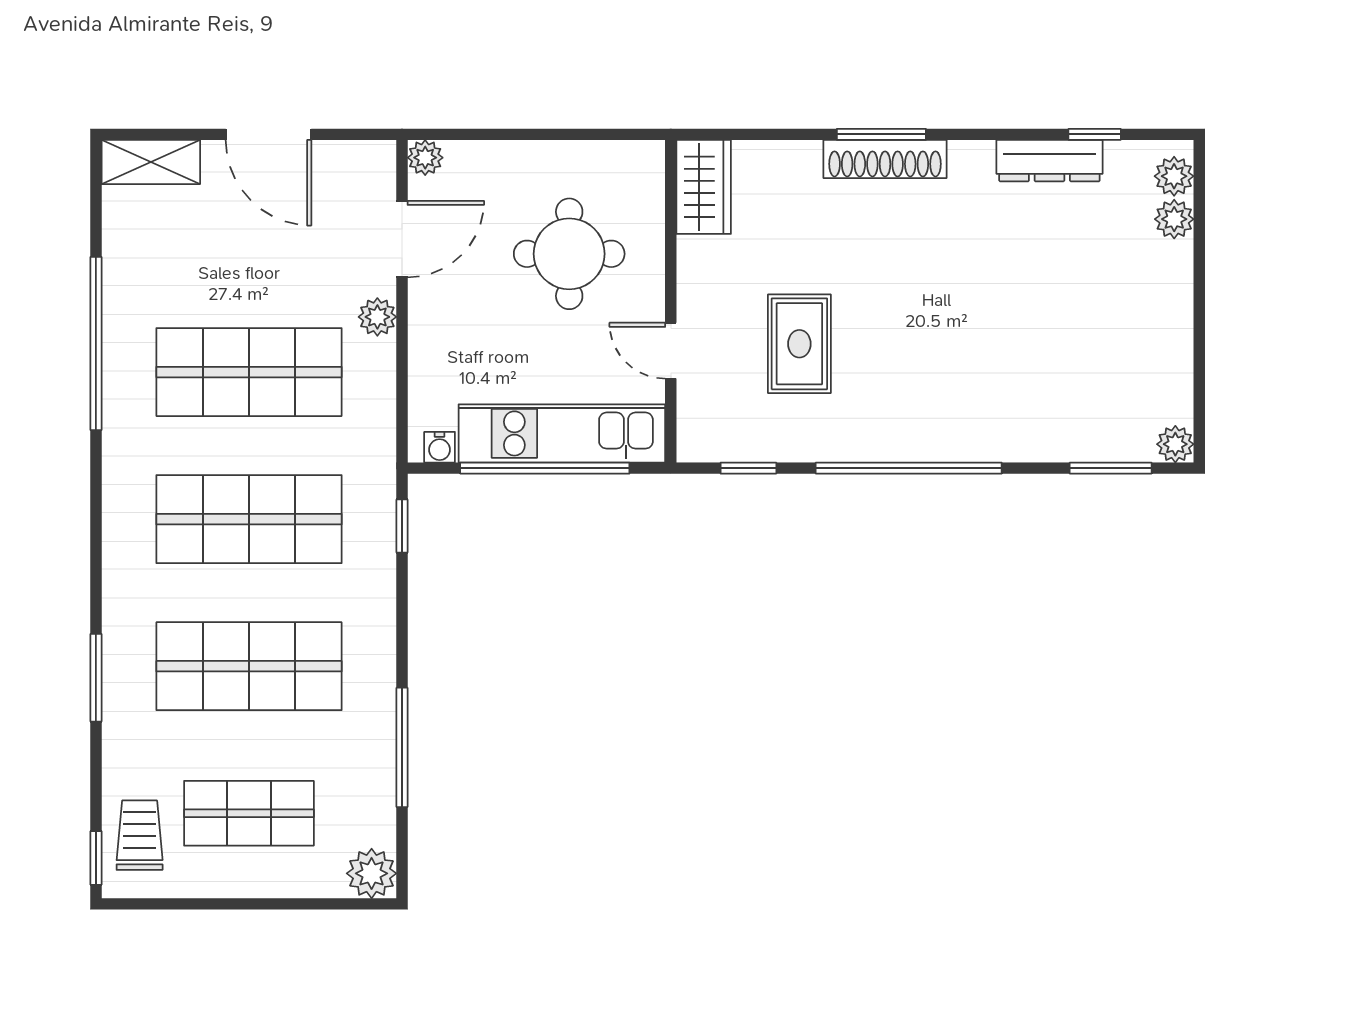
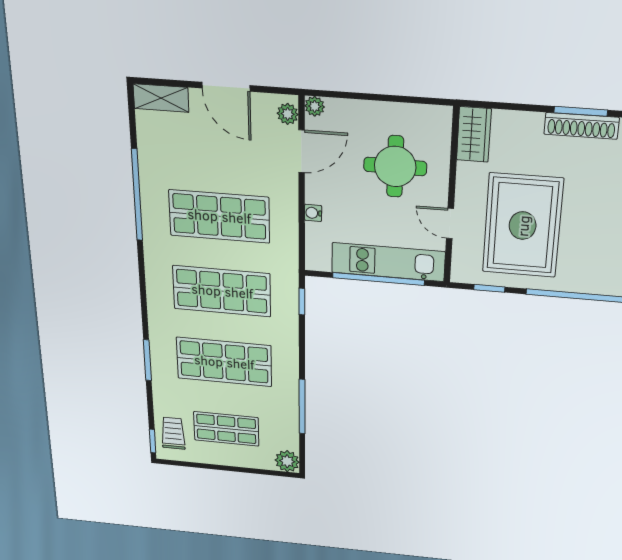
plant: (377, 317) -> (288, 114), moved
rug: (799, 344) -> (523, 226), width x1.86, depth x2.06
water cooler: (440, 447) -> (313, 213), moved, turned 90

